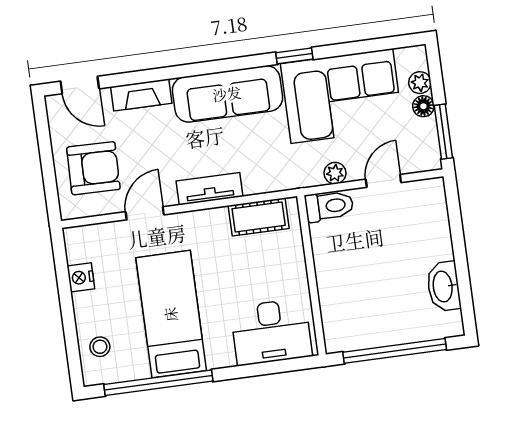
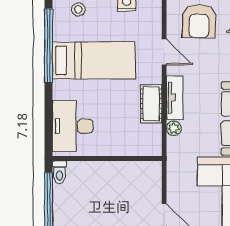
plant: (335, 173) -> (174, 128), moved
toilet: (329, 206) -> (60, 172), moved, width x0.73, depth x0.72
cot: (259, 217) -> (151, 104), moved

